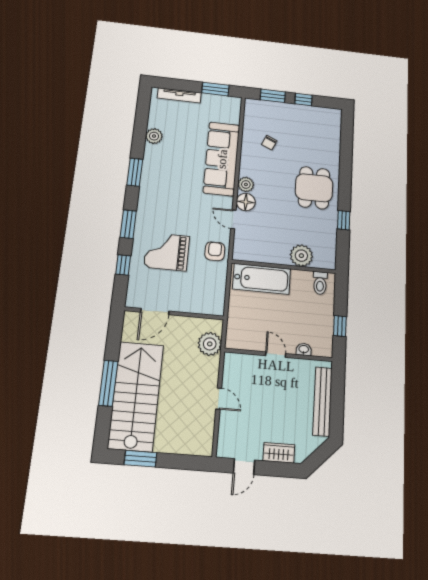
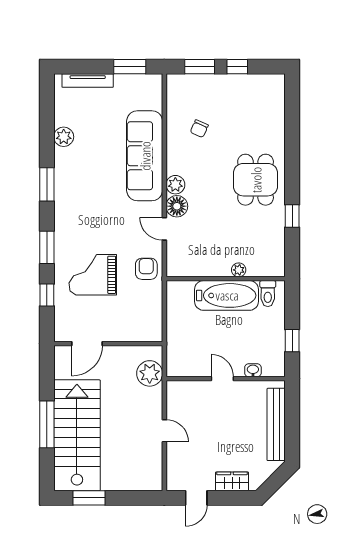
plant: (301, 256) -> (239, 270), width x0.53, depth x0.53
bathtub: (262, 279) -> (227, 295), moved

